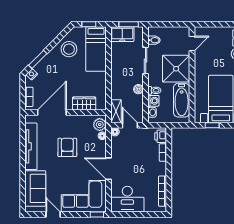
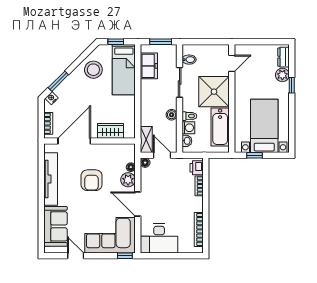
freezer: (122, 34) -> (149, 66), moved, turned -90
plant: (100, 125) -> (128, 180), moved
armchair: (67, 147) -> (92, 180), turned 180

